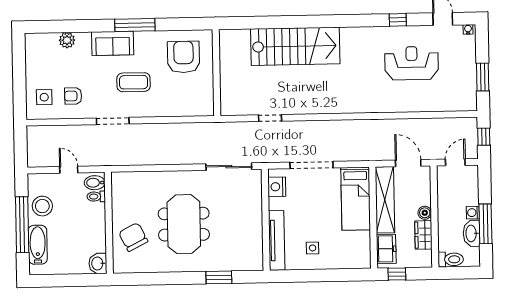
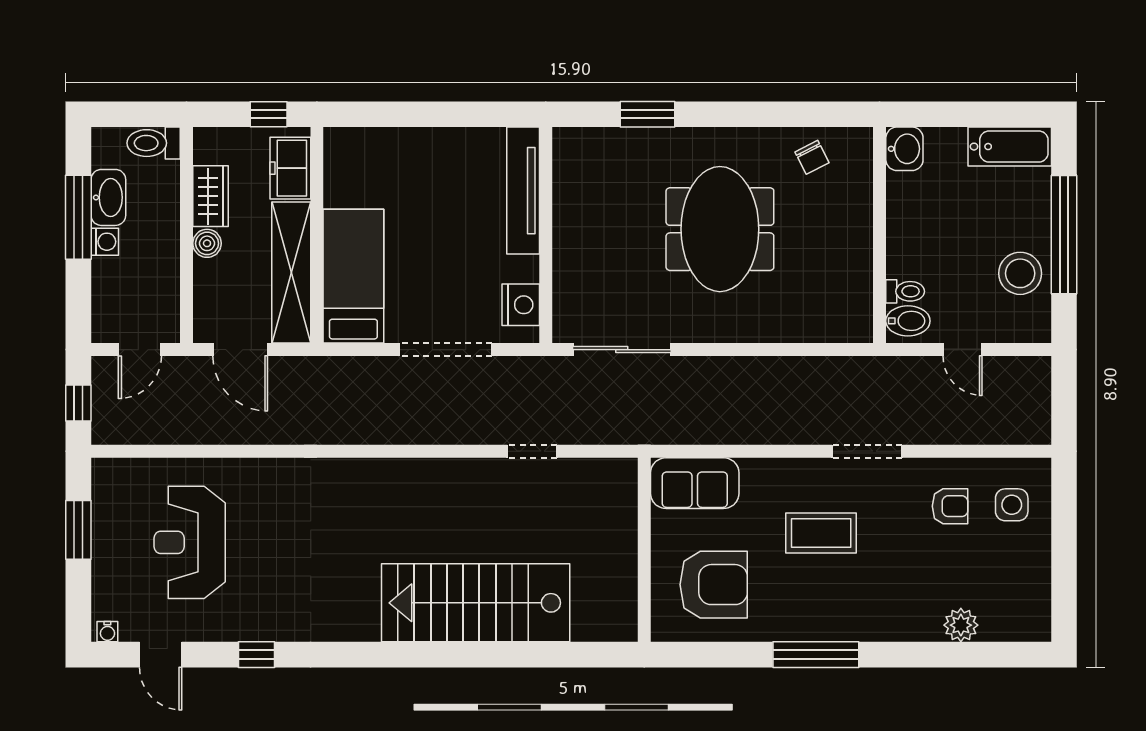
sofa: (113, 43) -> (695, 483), moved, turned 180
armchair: (184, 57) -> (714, 585), turned -90
reception desk: (412, 63) -> (190, 542), moved, turned 90
chair: (133, 237) -> (812, 157), moved, width x0.54, depth x0.54
bathtub: (38, 245) -> (1010, 147), moved, turned -90
side table: (313, 248) -> (447, 173), removed

